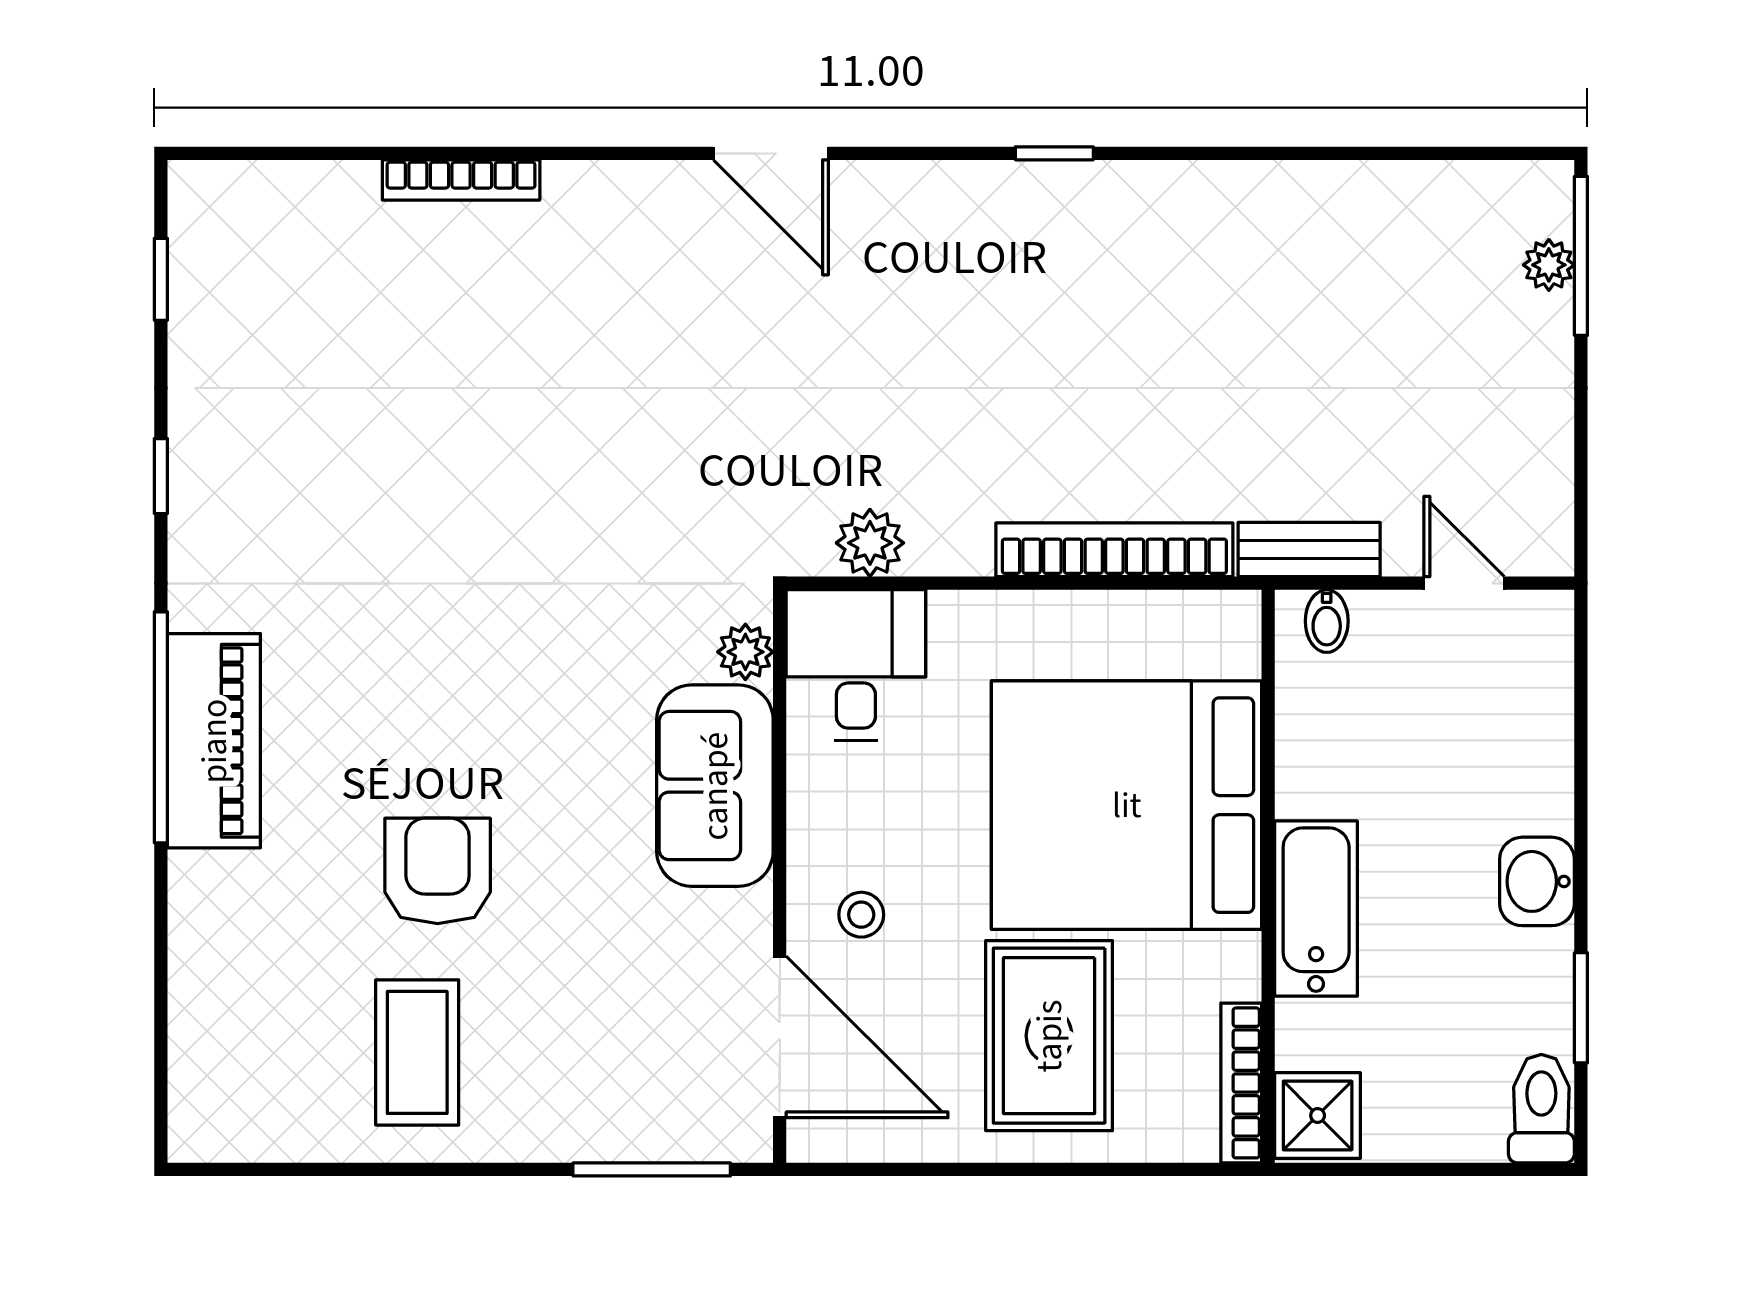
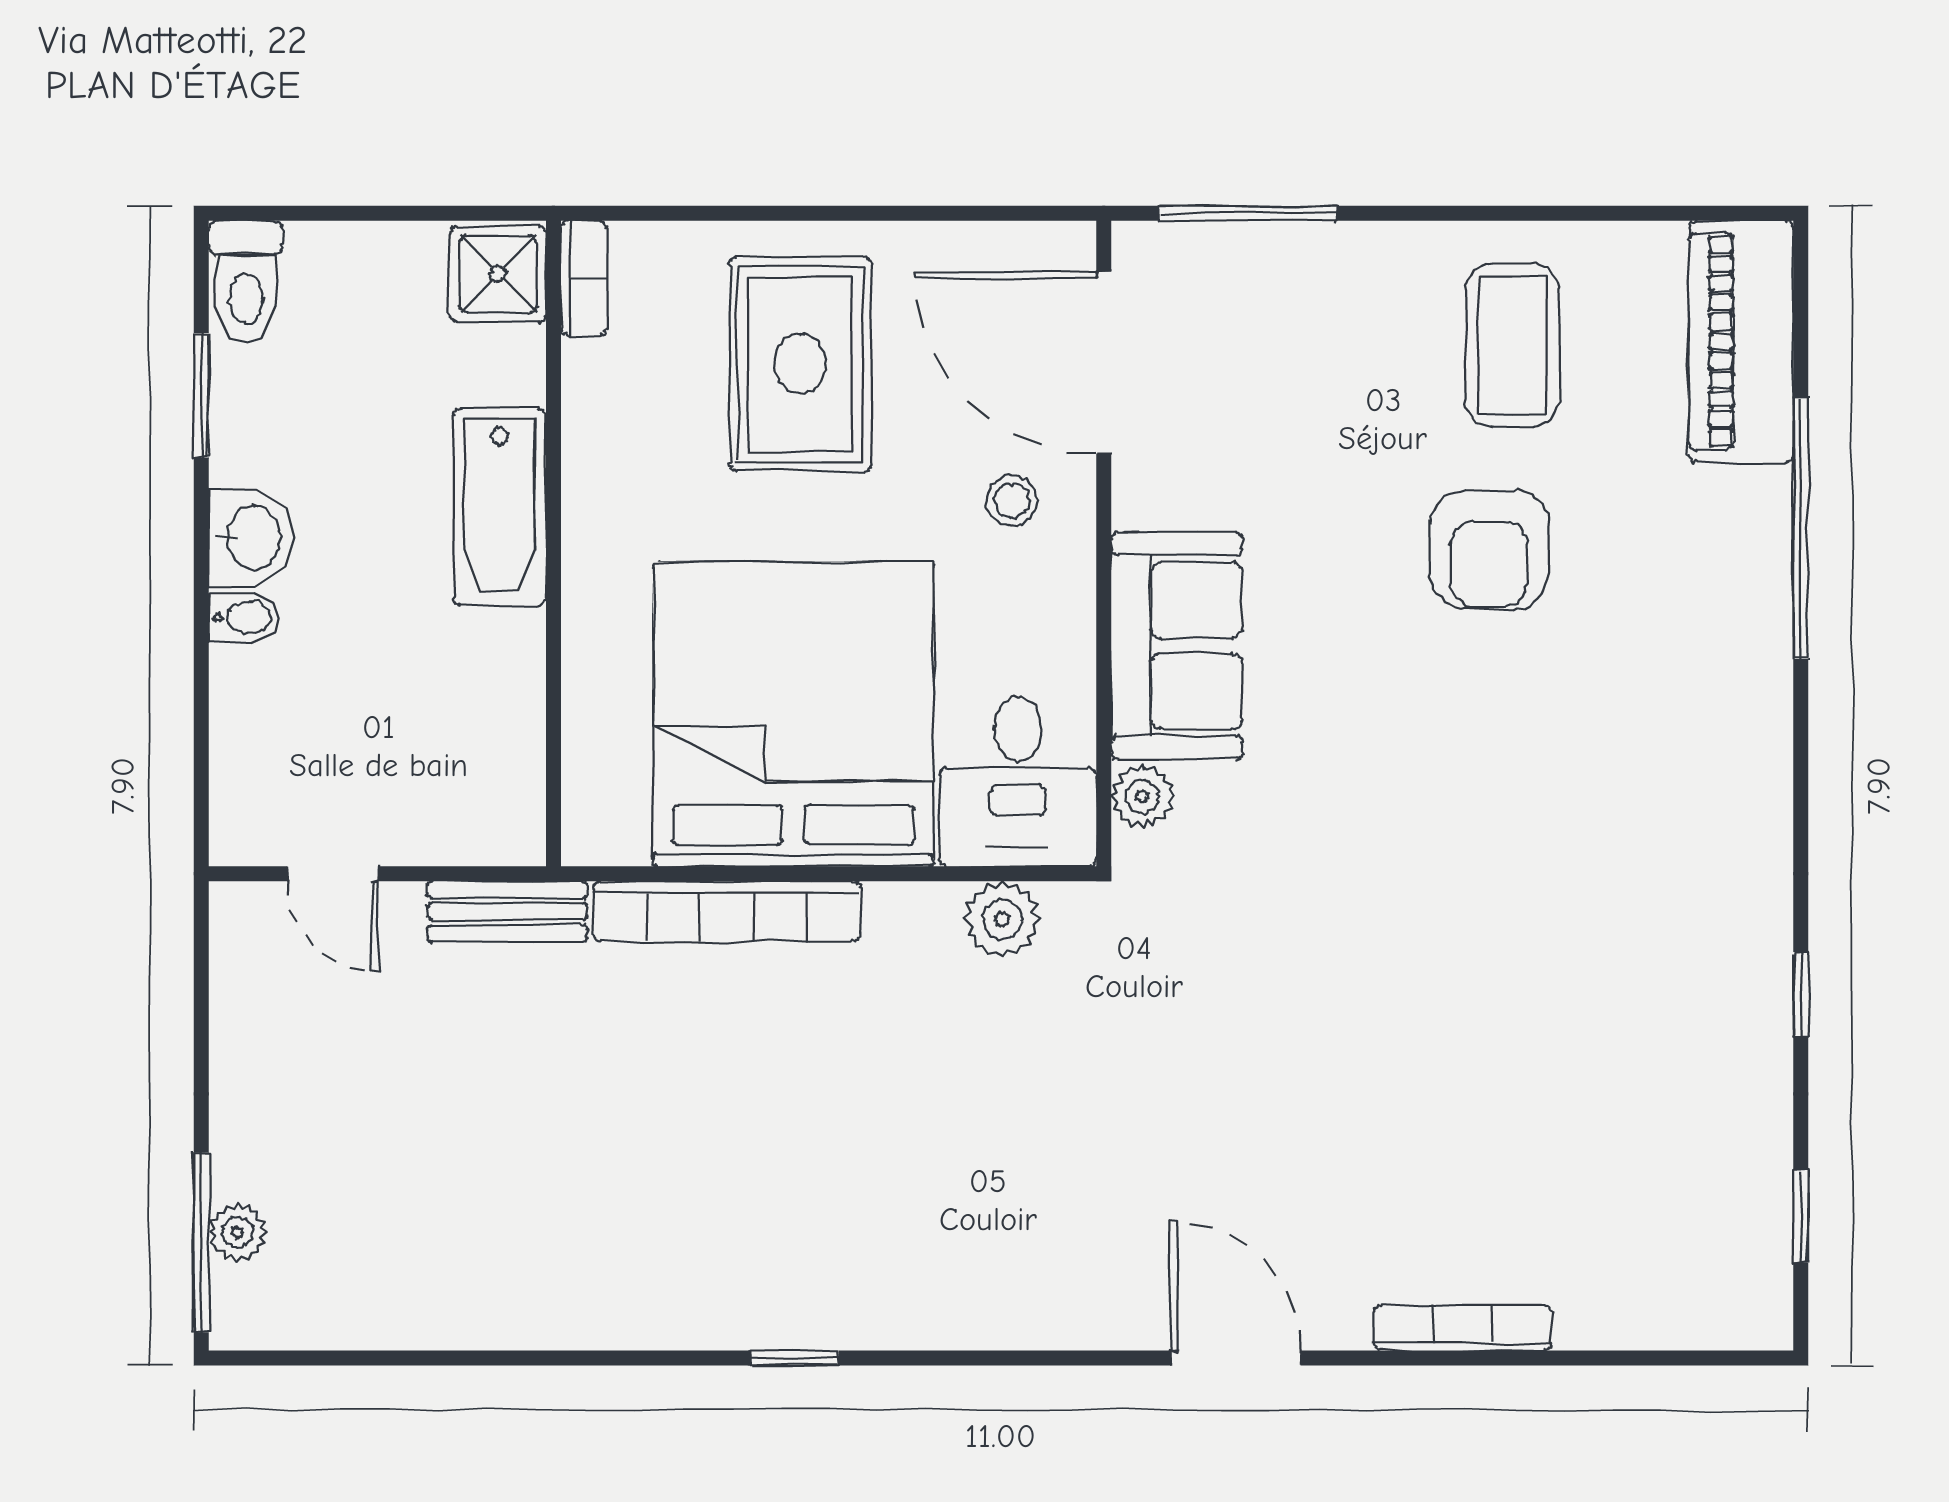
door: (771, 153) -> (1236, 1358), moved
bidet: (1327, 621) -> (244, 617), moved, turned 90
window: (161, 727) -> (1801, 528), moved
piano: (214, 741) -> (1741, 341), moved
bed: (1127, 805) -> (793, 714), moved, turned -90
bookcase: (1241, 1083) -> (584, 278), width x0.64

